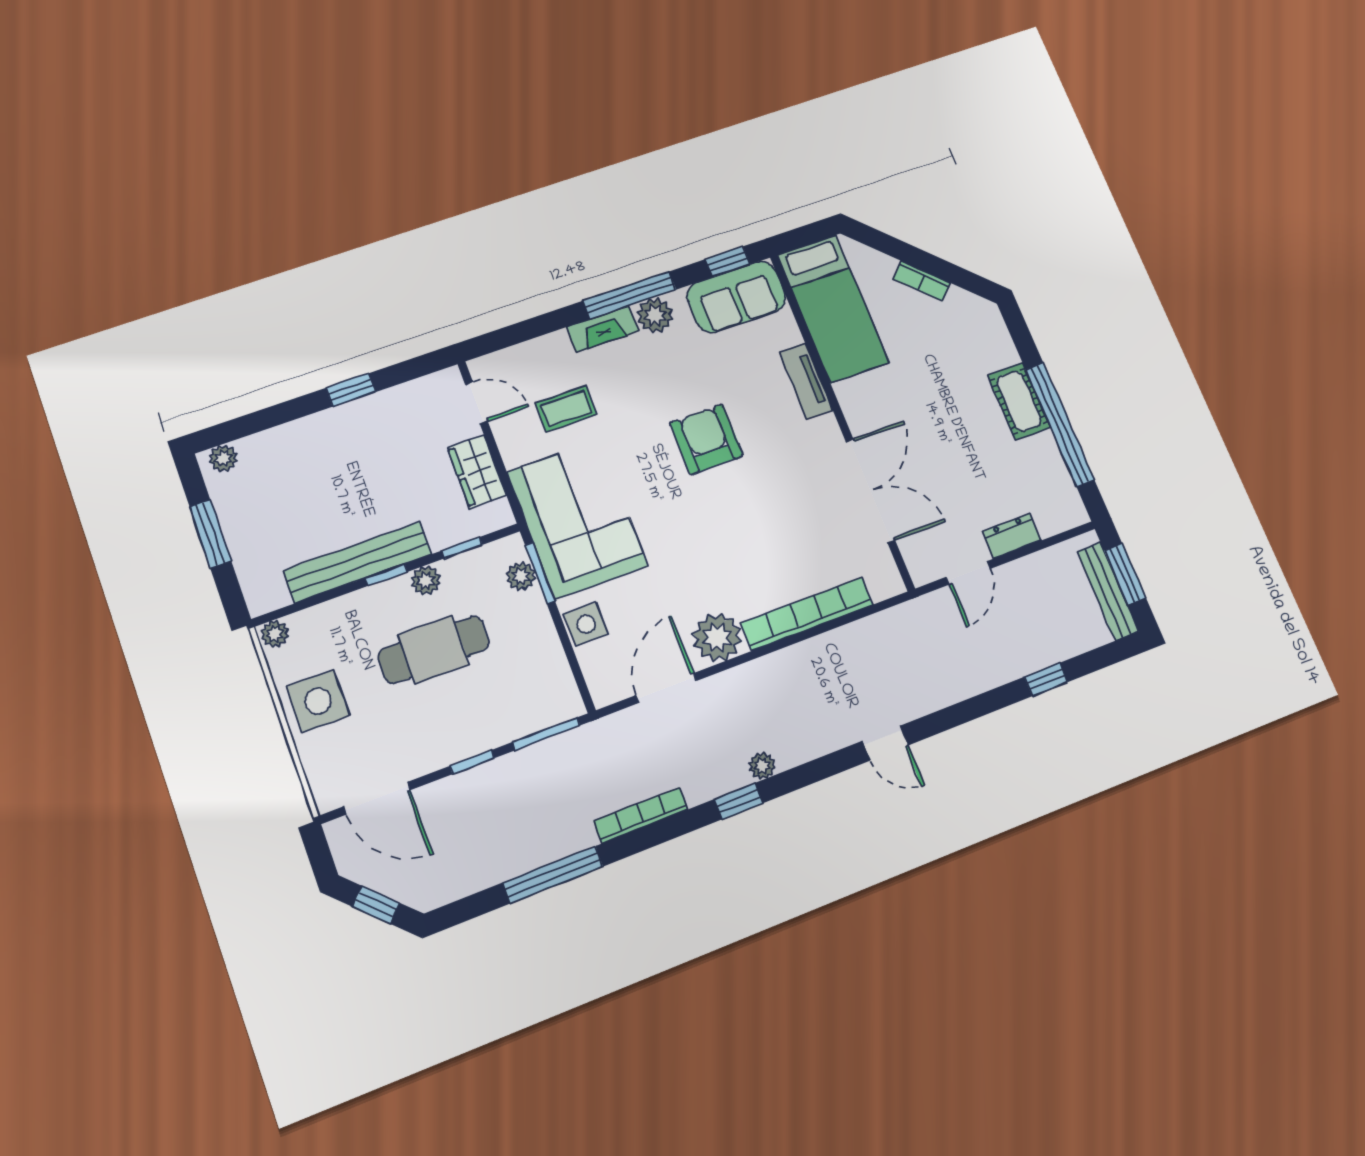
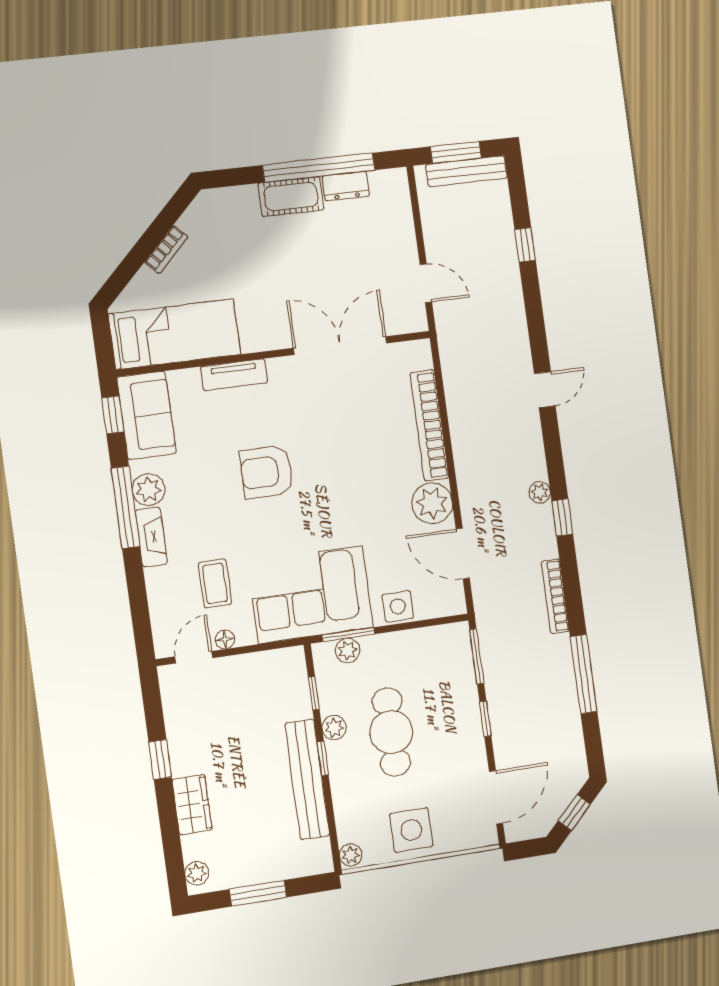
floor lamp: (504, 433) -> (225, 639), added
wardrobe: (477, 472) -> (192, 805), moved, turned -90
dresser: (1012, 536) -> (346, 186), moved, turned -90

